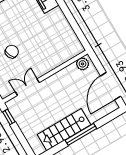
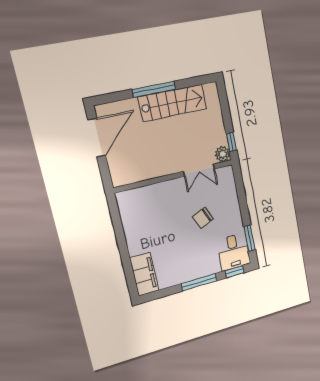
plant: (83, 64) -> (222, 154), moved

